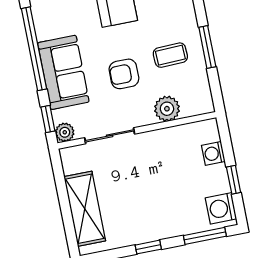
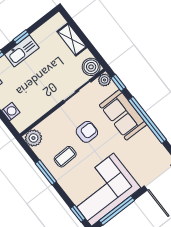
plant: (167, 109) -> (33, 138), moved
boiler: (74, 159) -> (91, 67), added
shelving: (85, 209) -> (72, 39), width x0.67, depth x0.75
kitchen sink: (157, 228) -> (22, 51), added

